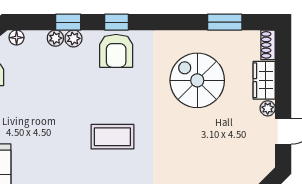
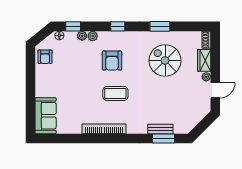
window: (68, 22) -> (73, 26), moved
window: (225, 22) -> (160, 26), moved
armchair: (116, 51) -> (112, 61), moved

